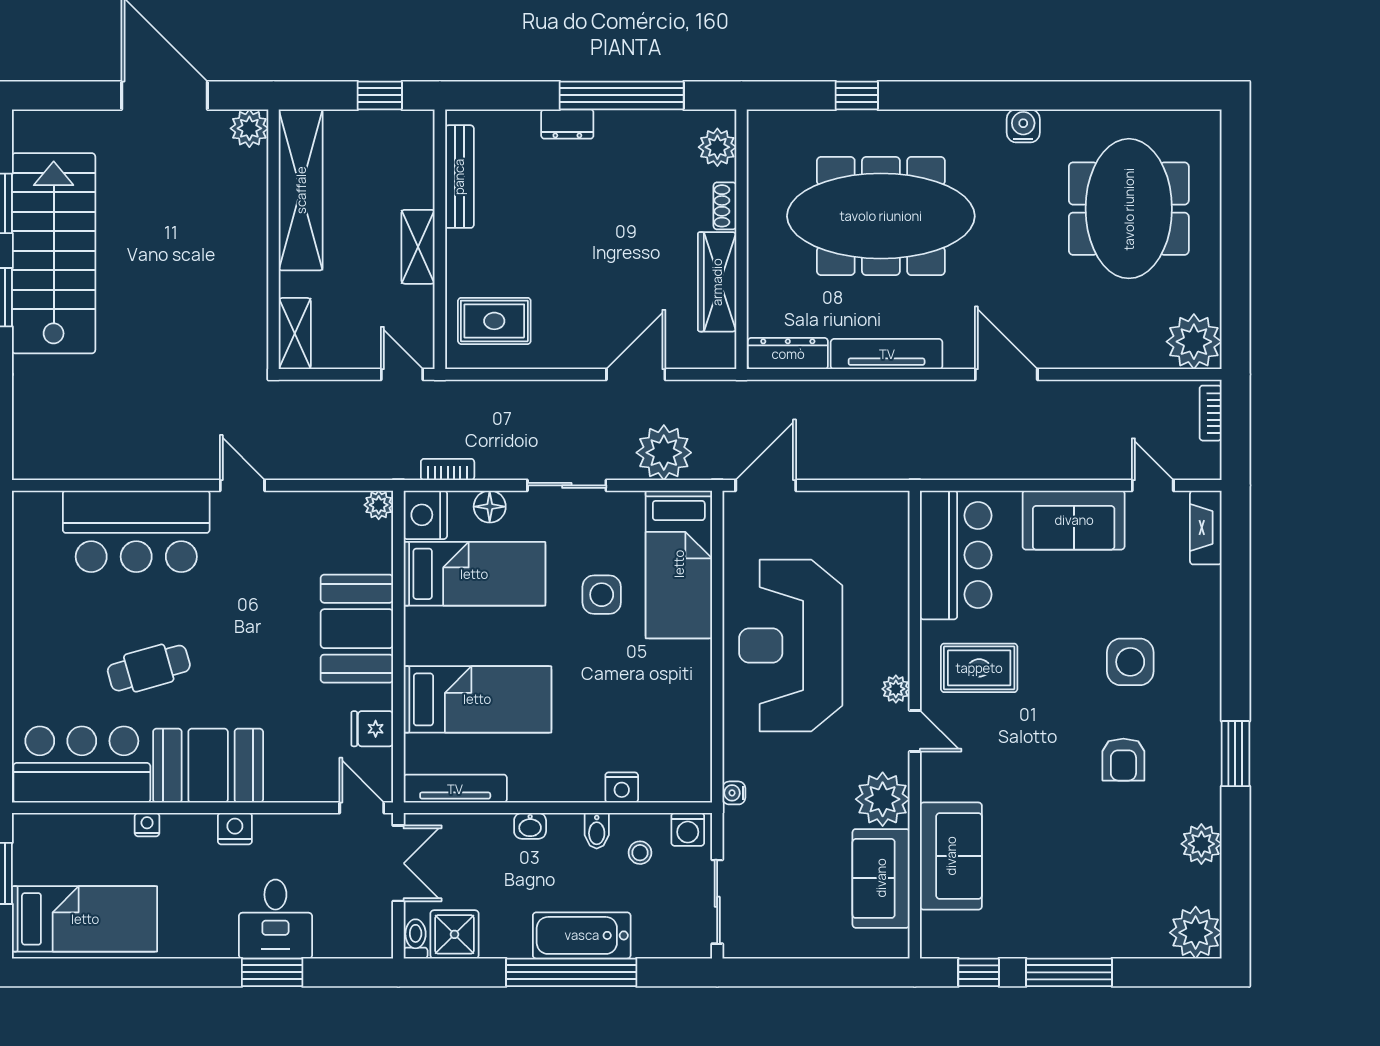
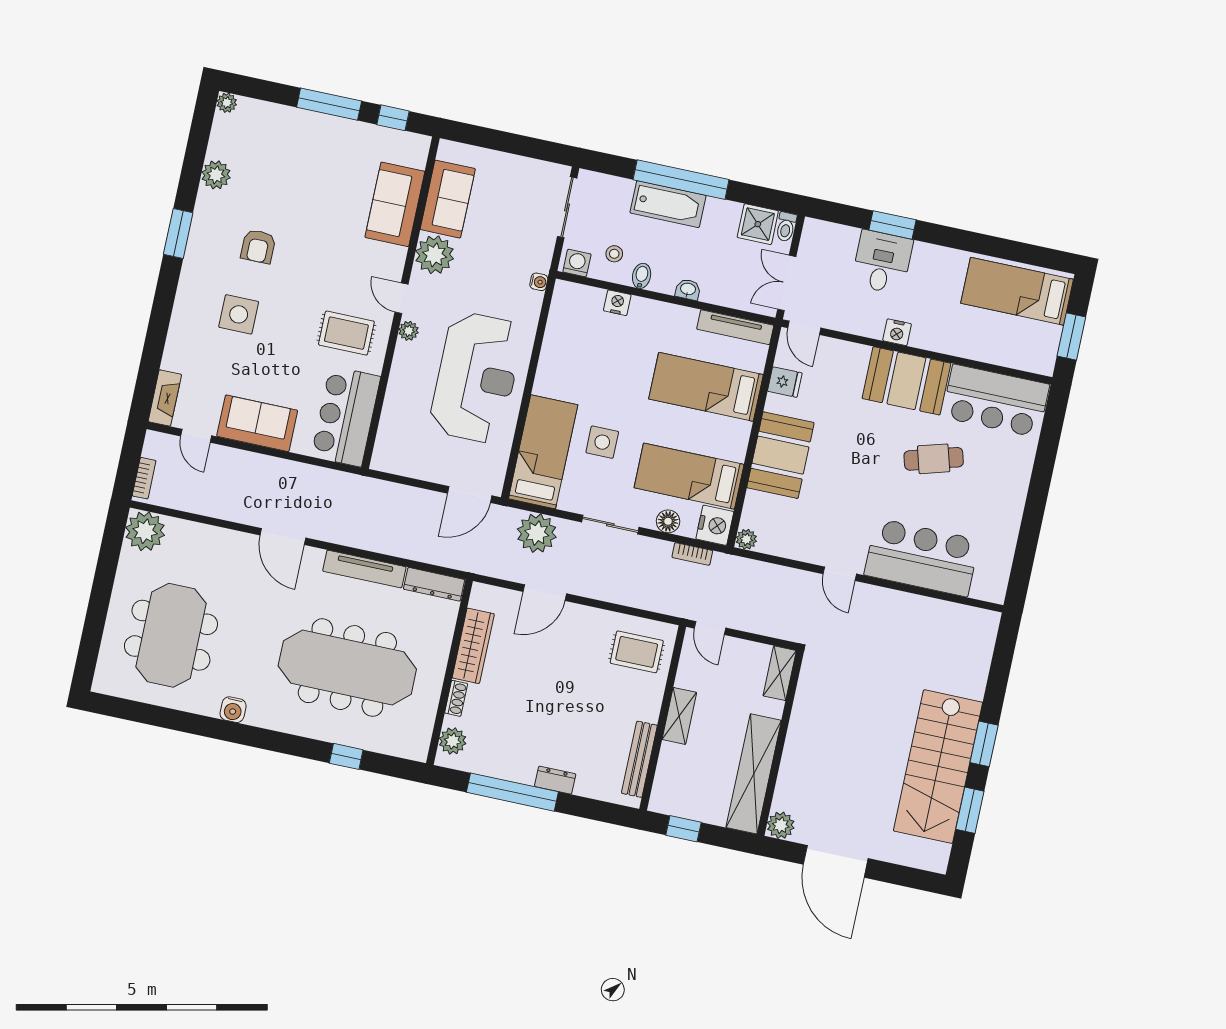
armchair: (1123, 760) -> (258, 246), turned 180
nightstand: (147, 825) -> (959, 348), removed
plant: (1196, 933) -> (227, 103), width x0.53, depth x0.53

